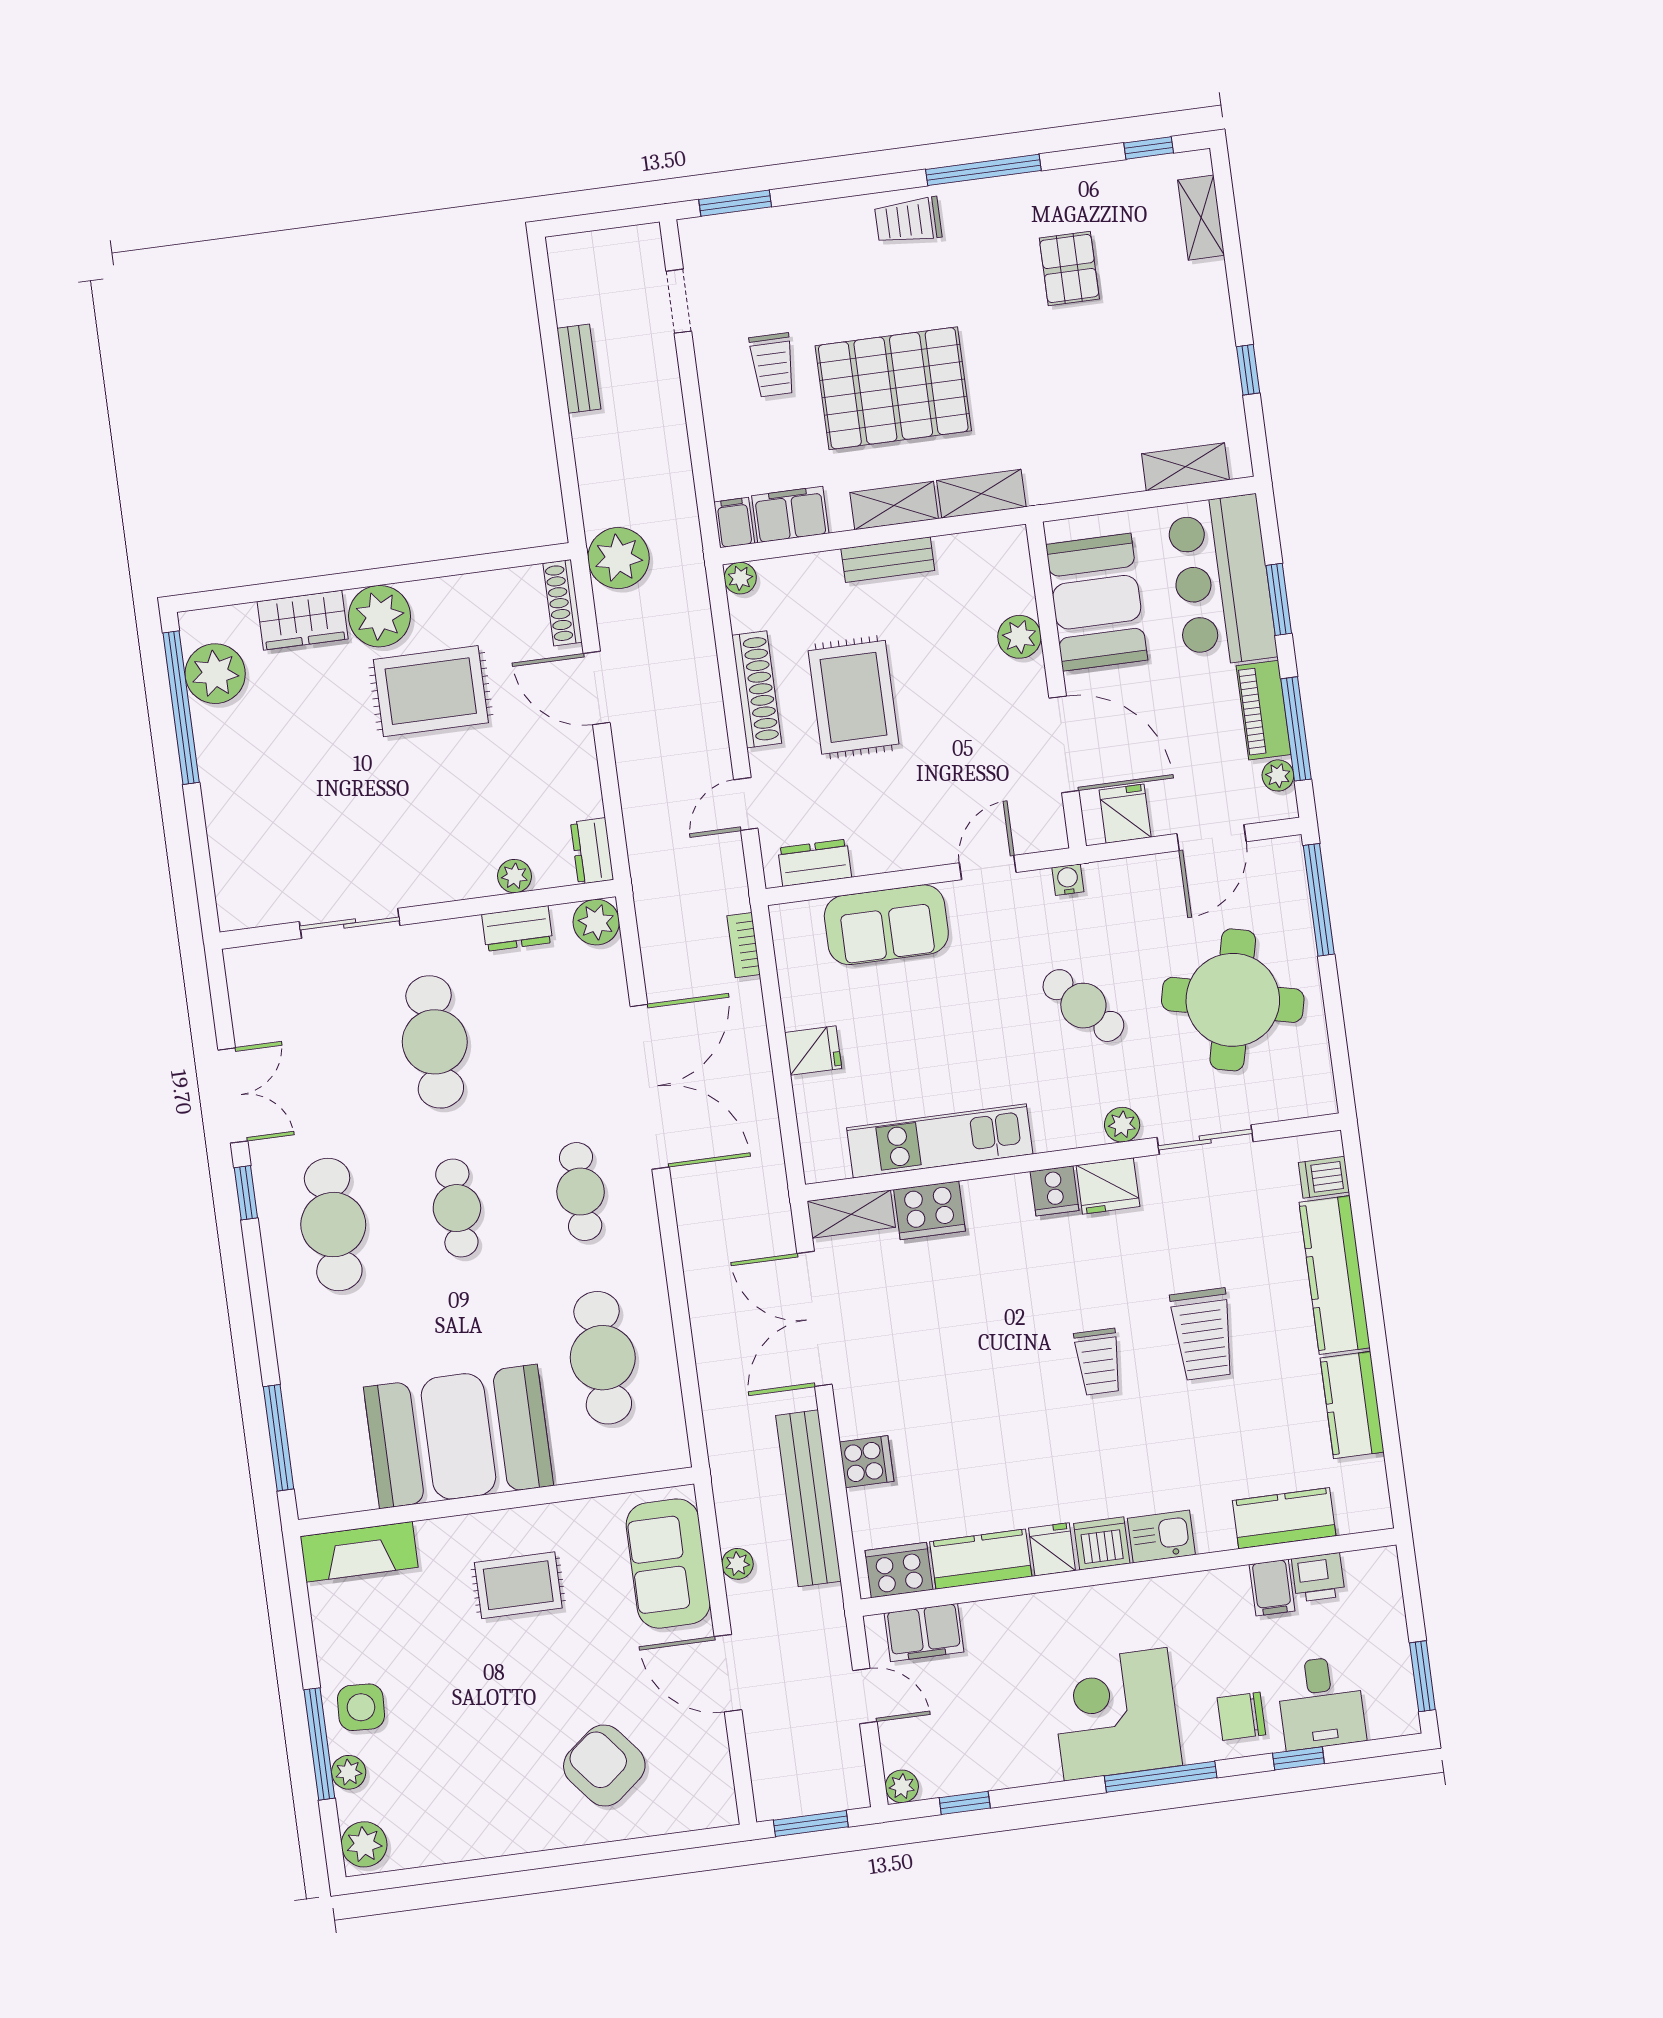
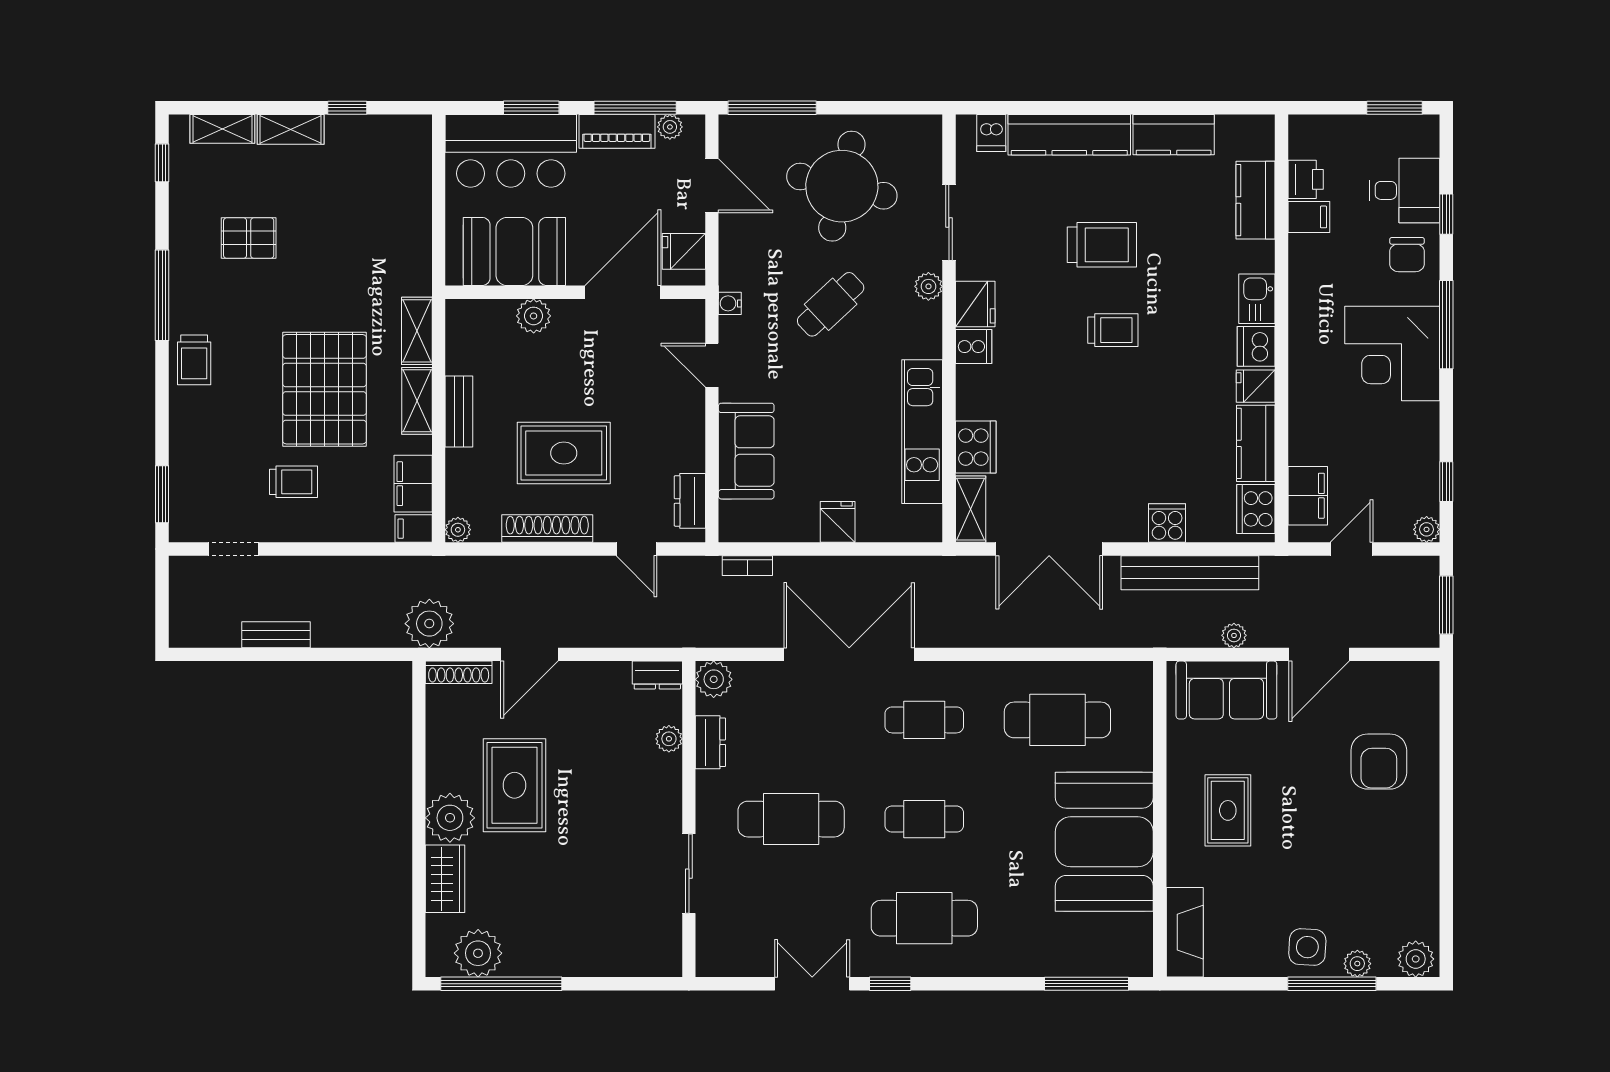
shelving: (1185, 467) -> (291, 129), moved, turned 90
armchair: (604, 1765) -> (1379, 762), turned -51

